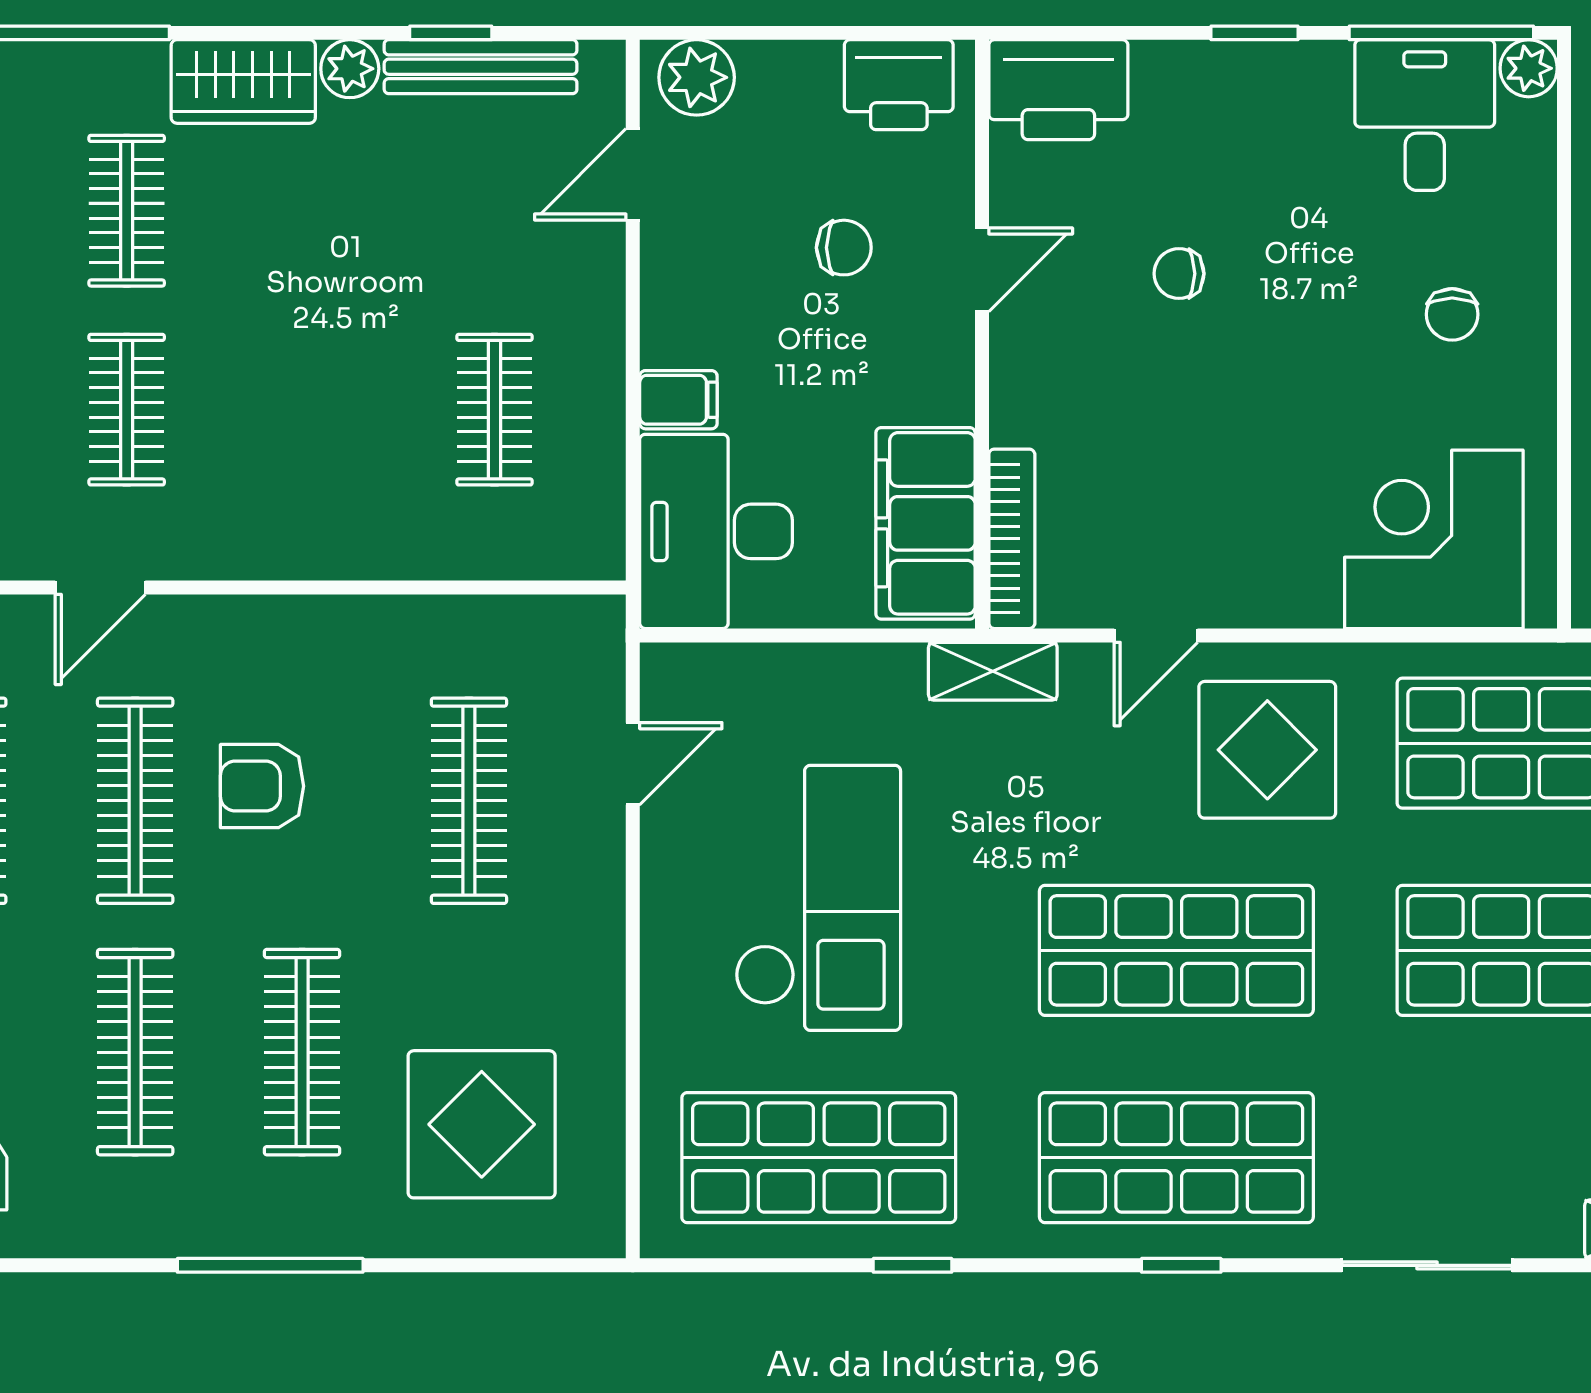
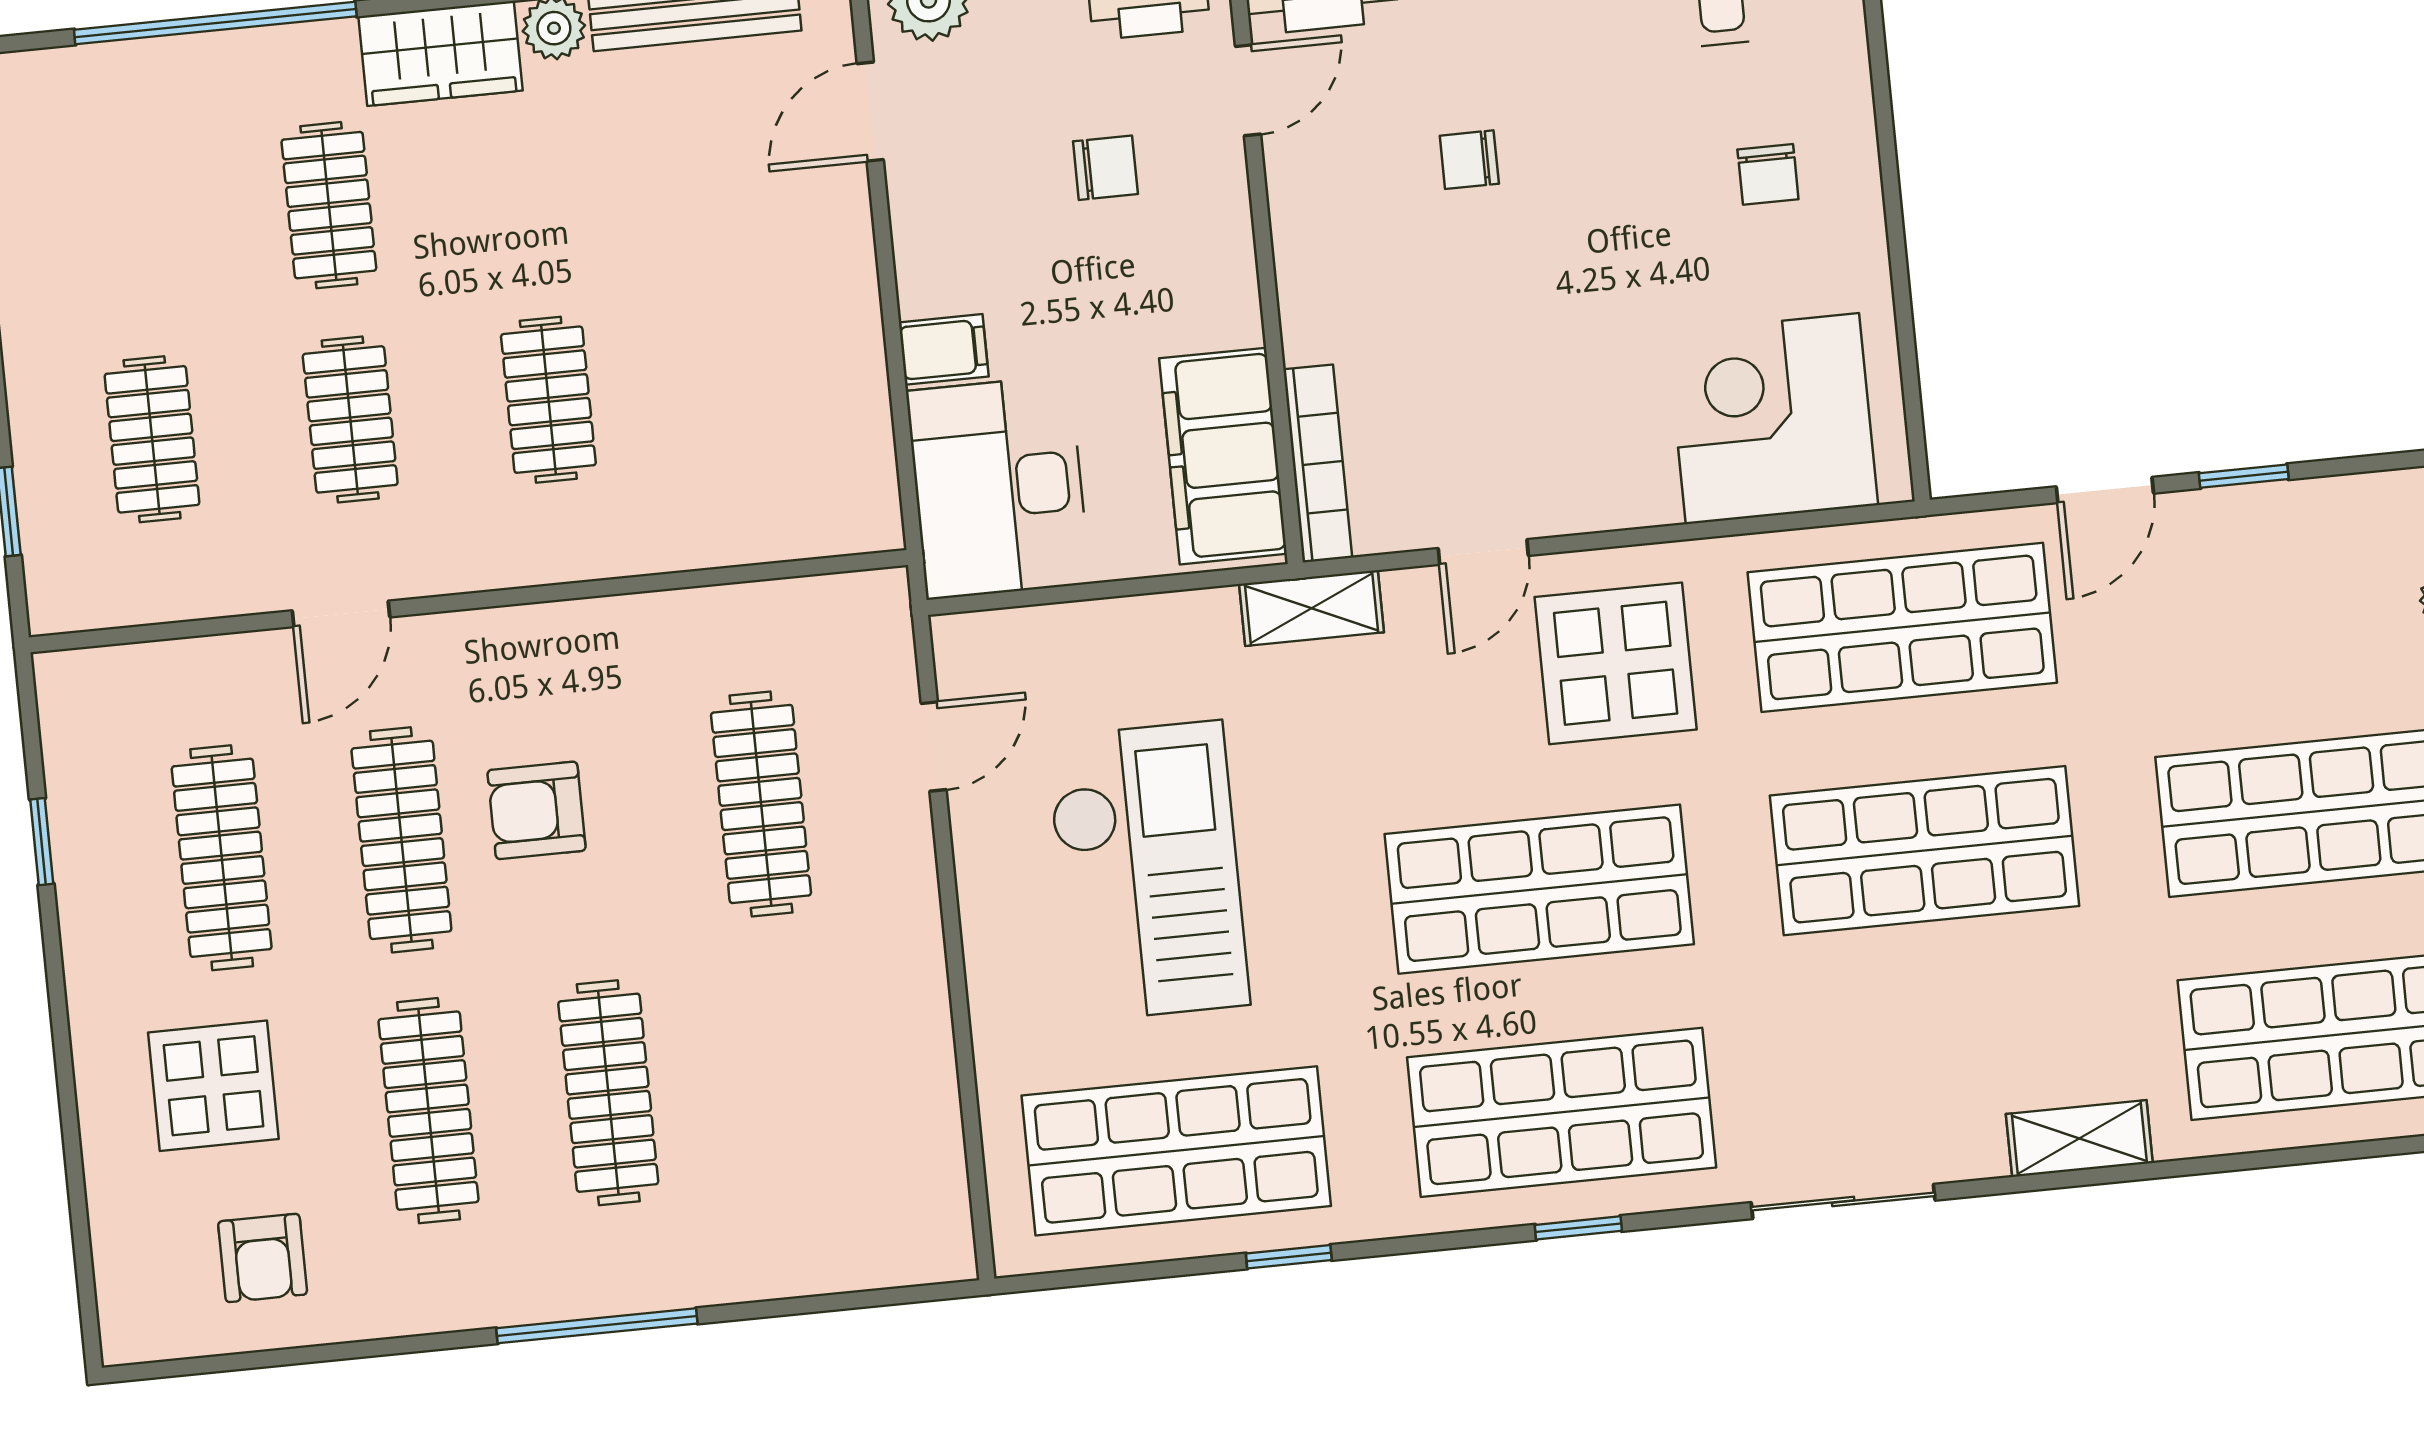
door: (982, 270) -> (1248, 90), moved
clothes rail: (494, 410) -> (548, 400), moved
display table: (482, 1124) -> (810, 1151), removed

